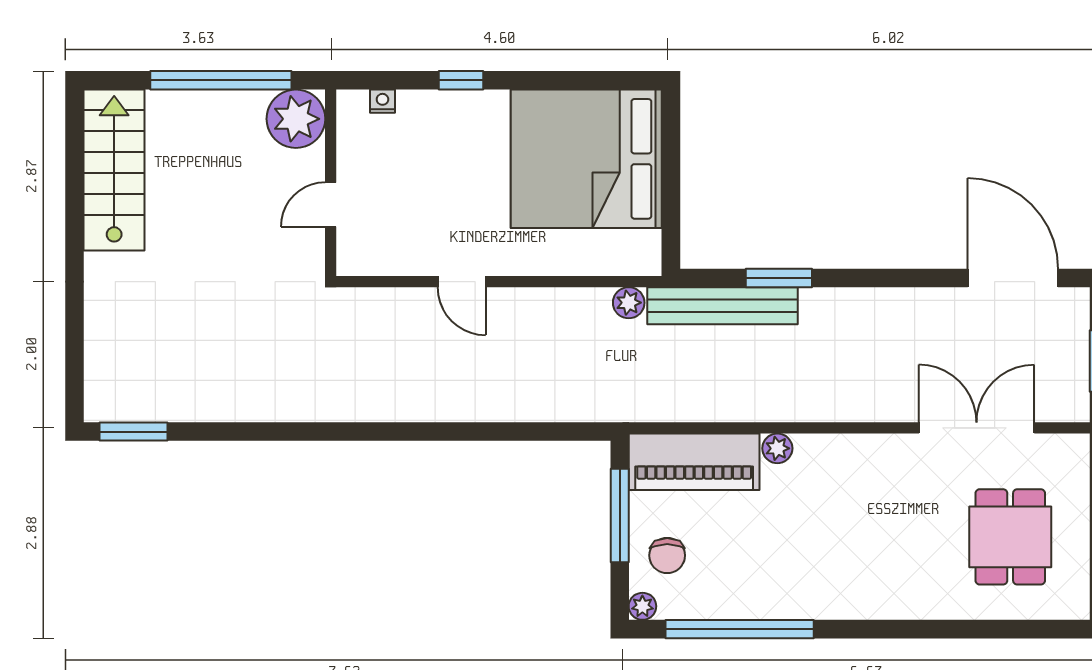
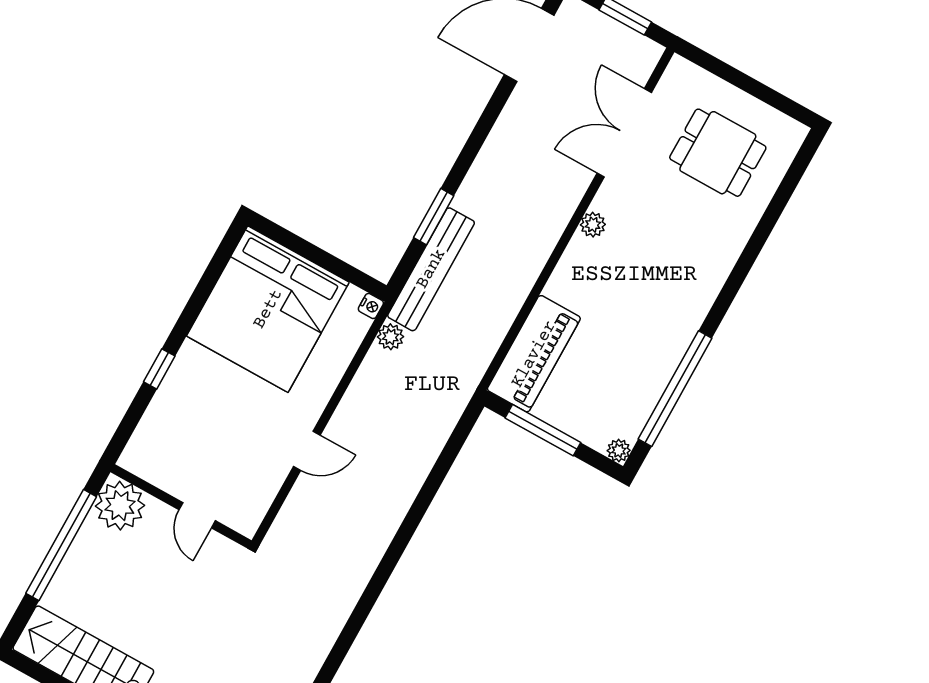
nightstand: (382, 101) -> (371, 306), moved, turned 180
plant: (777, 448) -> (593, 225), moved
chair: (667, 555) -> (592, 412), removed

